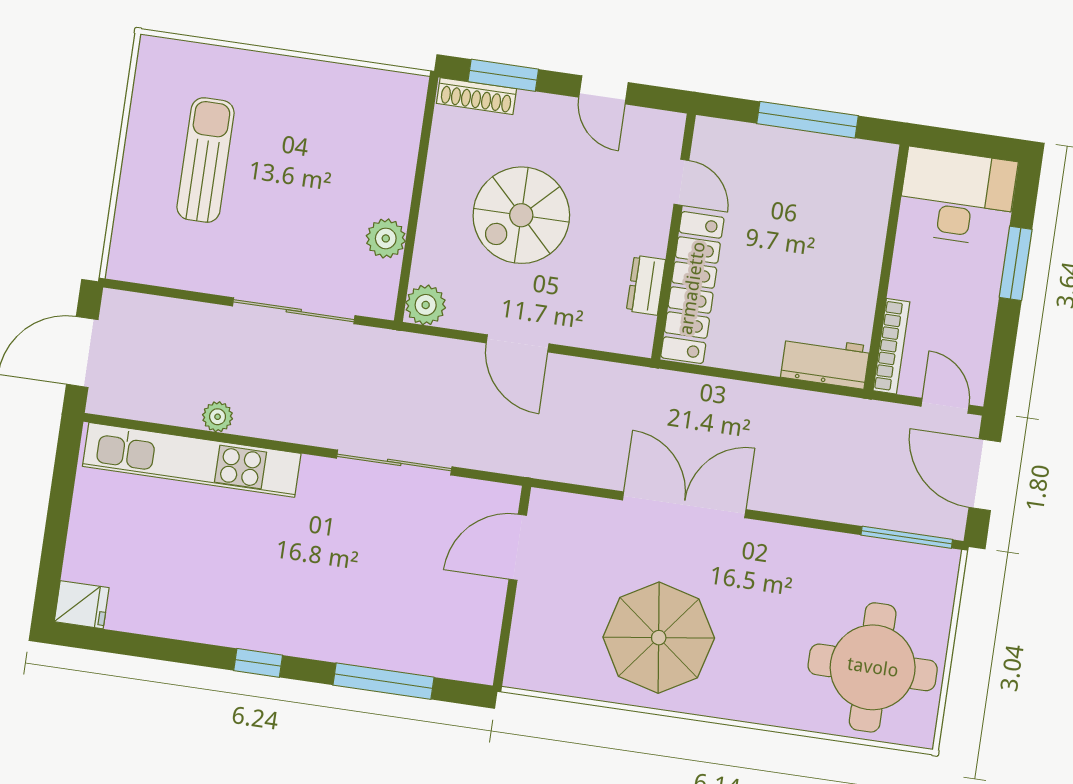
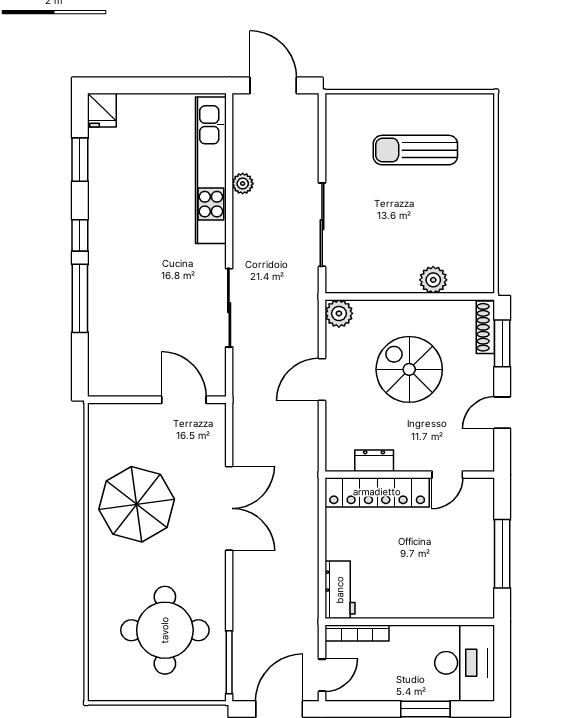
sun lounger: (206, 160) -> (415, 150), turned 180
plant: (386, 238) -> (433, 280), moved
window: (149, 647) -> (80, 160), added
round table: (873, 667) -> (165, 630), moved
window: (383, 681) -> (80, 298), moved

